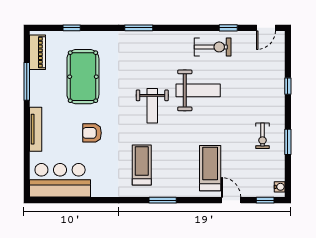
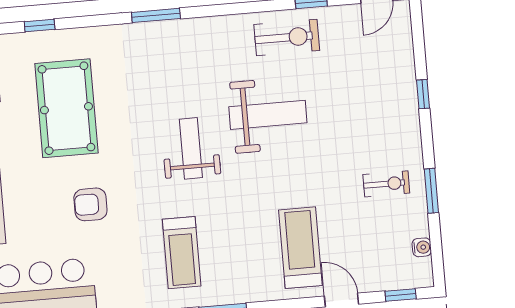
weight bench: (152, 106) -> (191, 148), turned 180
exercise bike: (262, 136) -> (386, 184), turned -90
treadmill: (142, 165) -> (182, 253), turned 180
water cooler: (280, 187) -> (422, 247), moved

